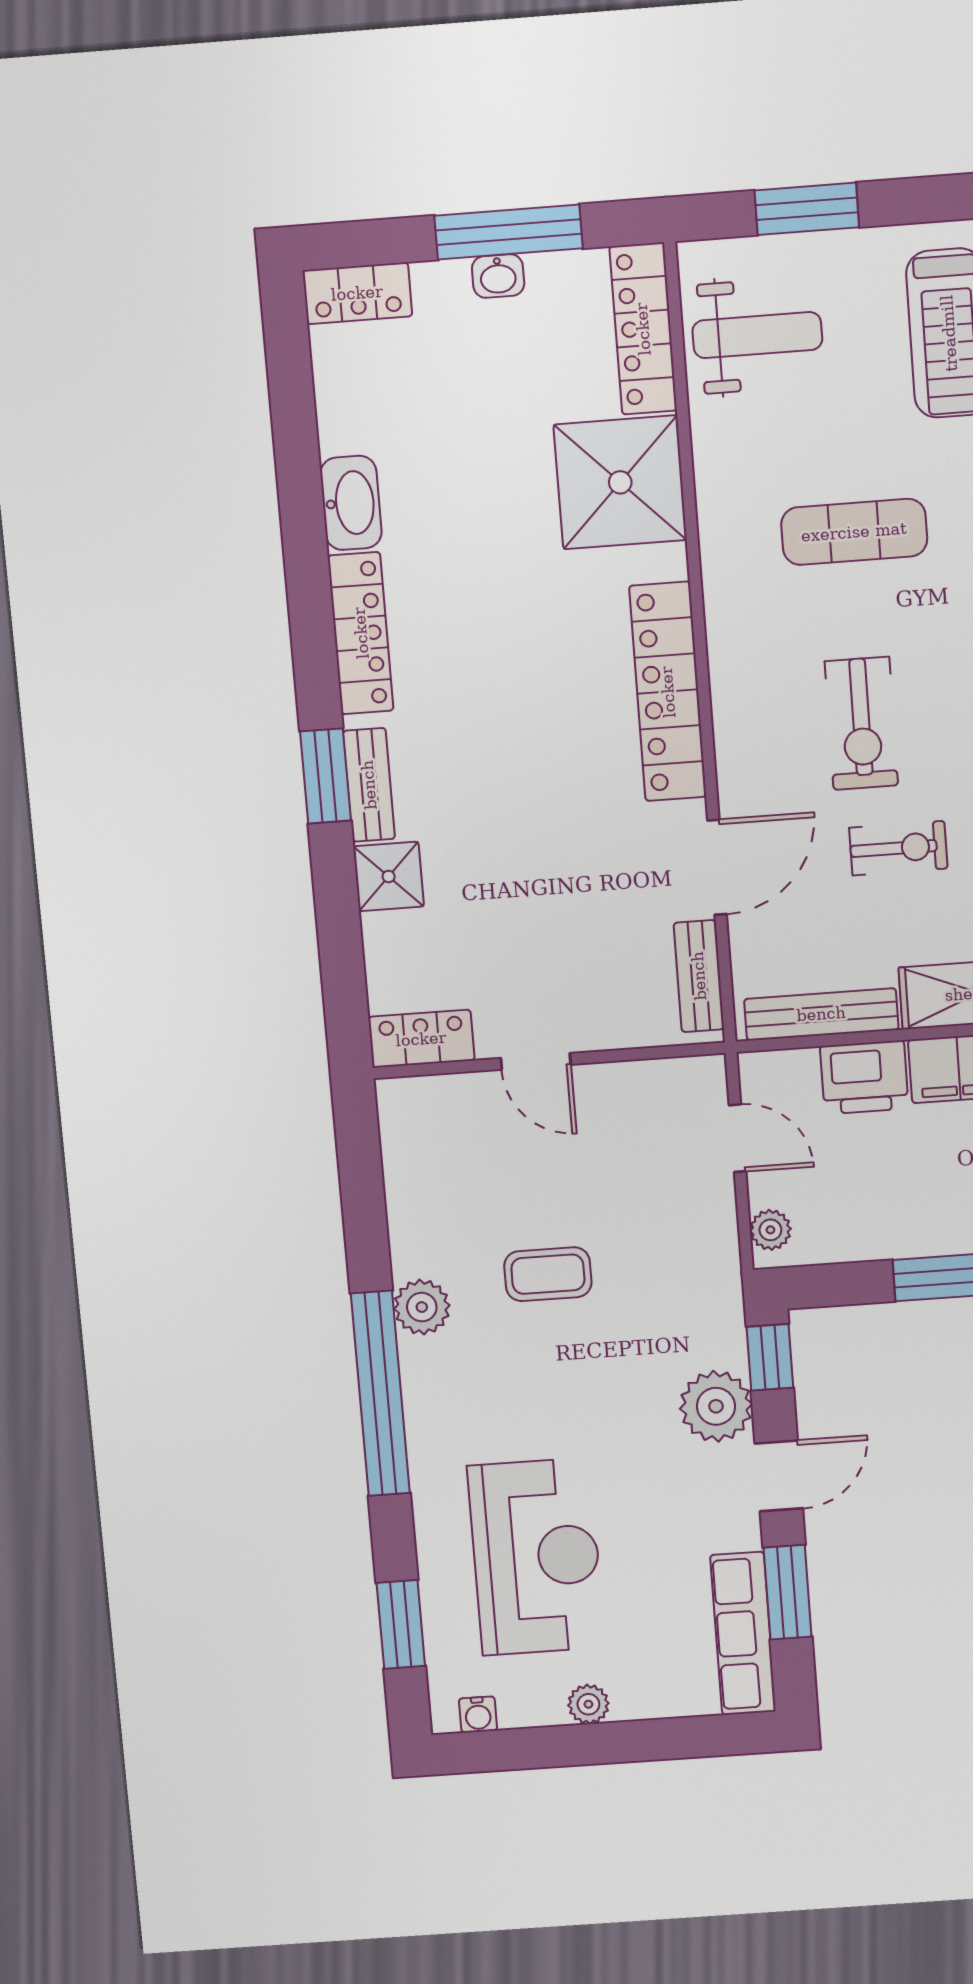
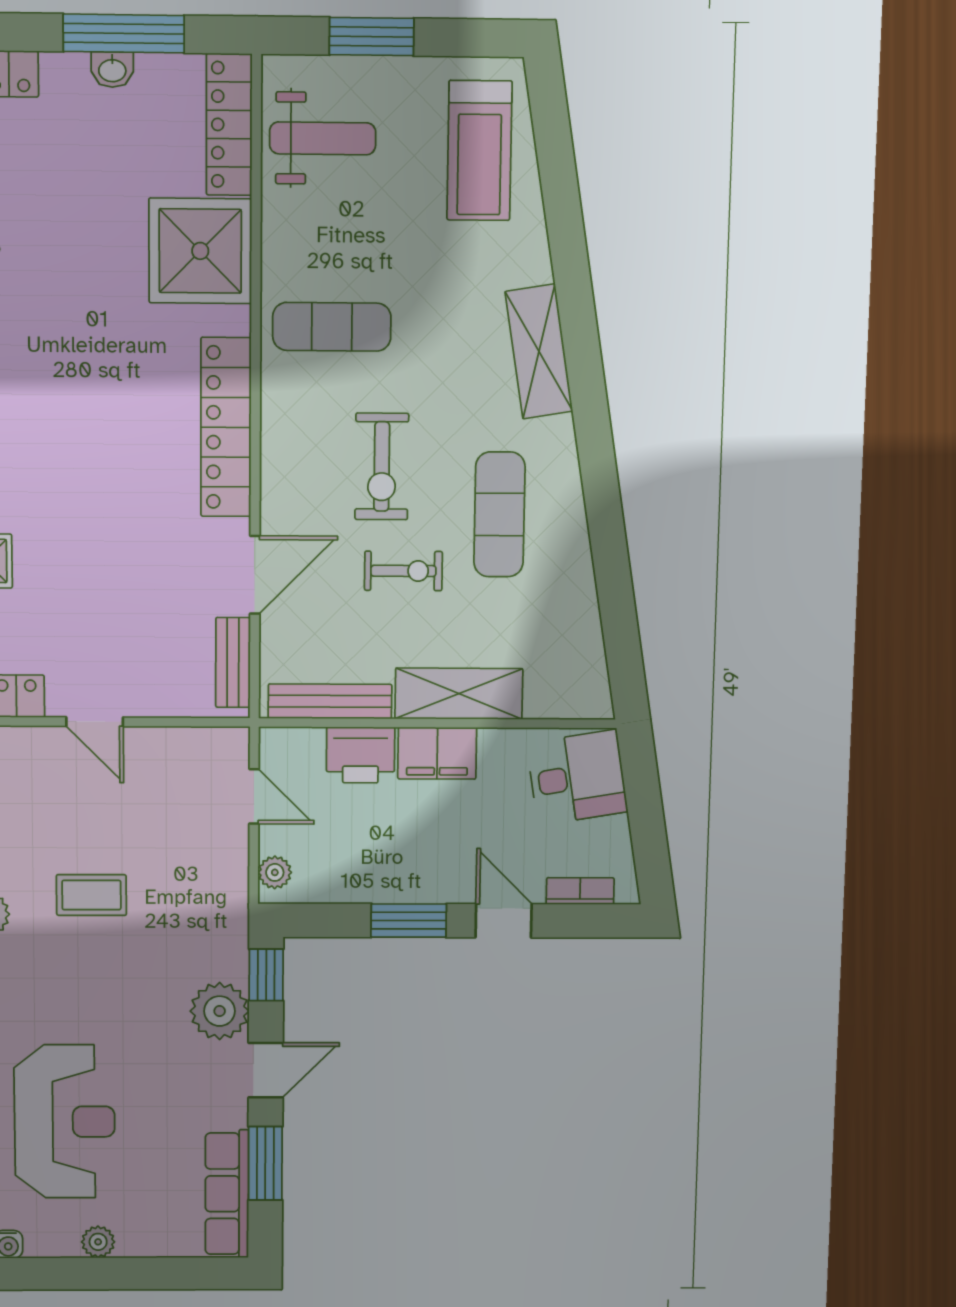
exercise mat: (854, 532) -> (332, 327), moved

